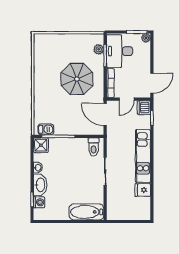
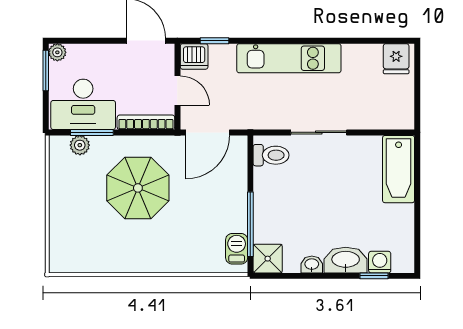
fridge: (143, 190) -> (396, 59), moved

